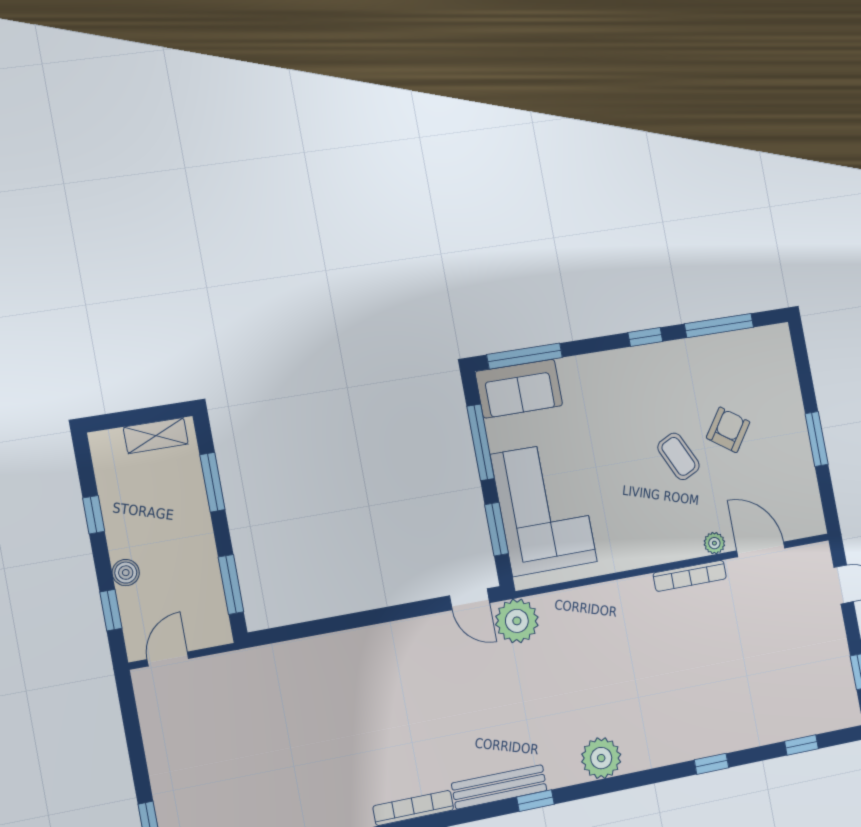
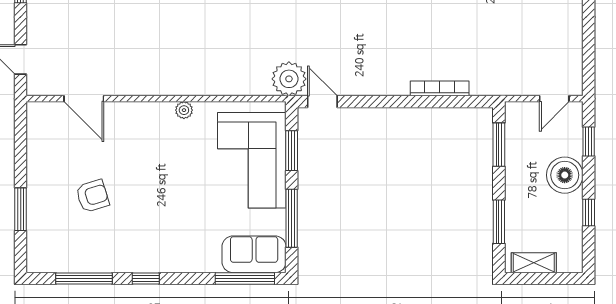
armchair: (728, 430) -> (92, 196), turned -142
window: (817, 439) -> (21, 209), moved
coffee table: (678, 456) -> (137, 182), removed
plant: (714, 543) -> (184, 110), moved
boiler: (126, 573) -> (565, 175), width x1.86, depth x1.86
bookcase: (690, 576) -> (440, 88), moved

